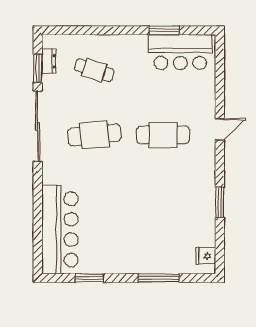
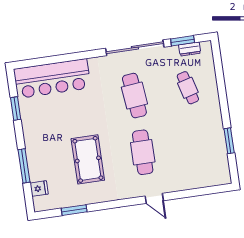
bar counter: (180, 52) -> (213, 156), removed
cafe table: (94, 70) -> (188, 88), turned -33
pool table: (162, 201) -> (88, 159), added
window: (220, 202) -> (74, 210), moved
fridge: (206, 256) -> (39, 189), moved, turned 90

